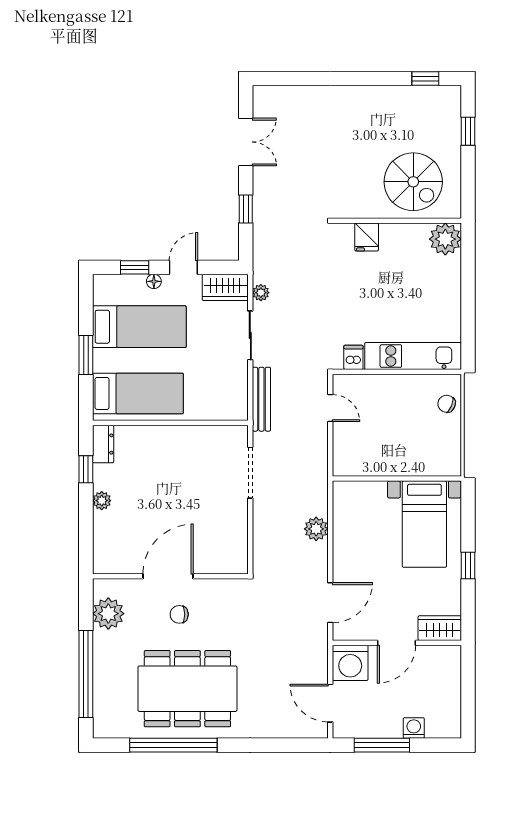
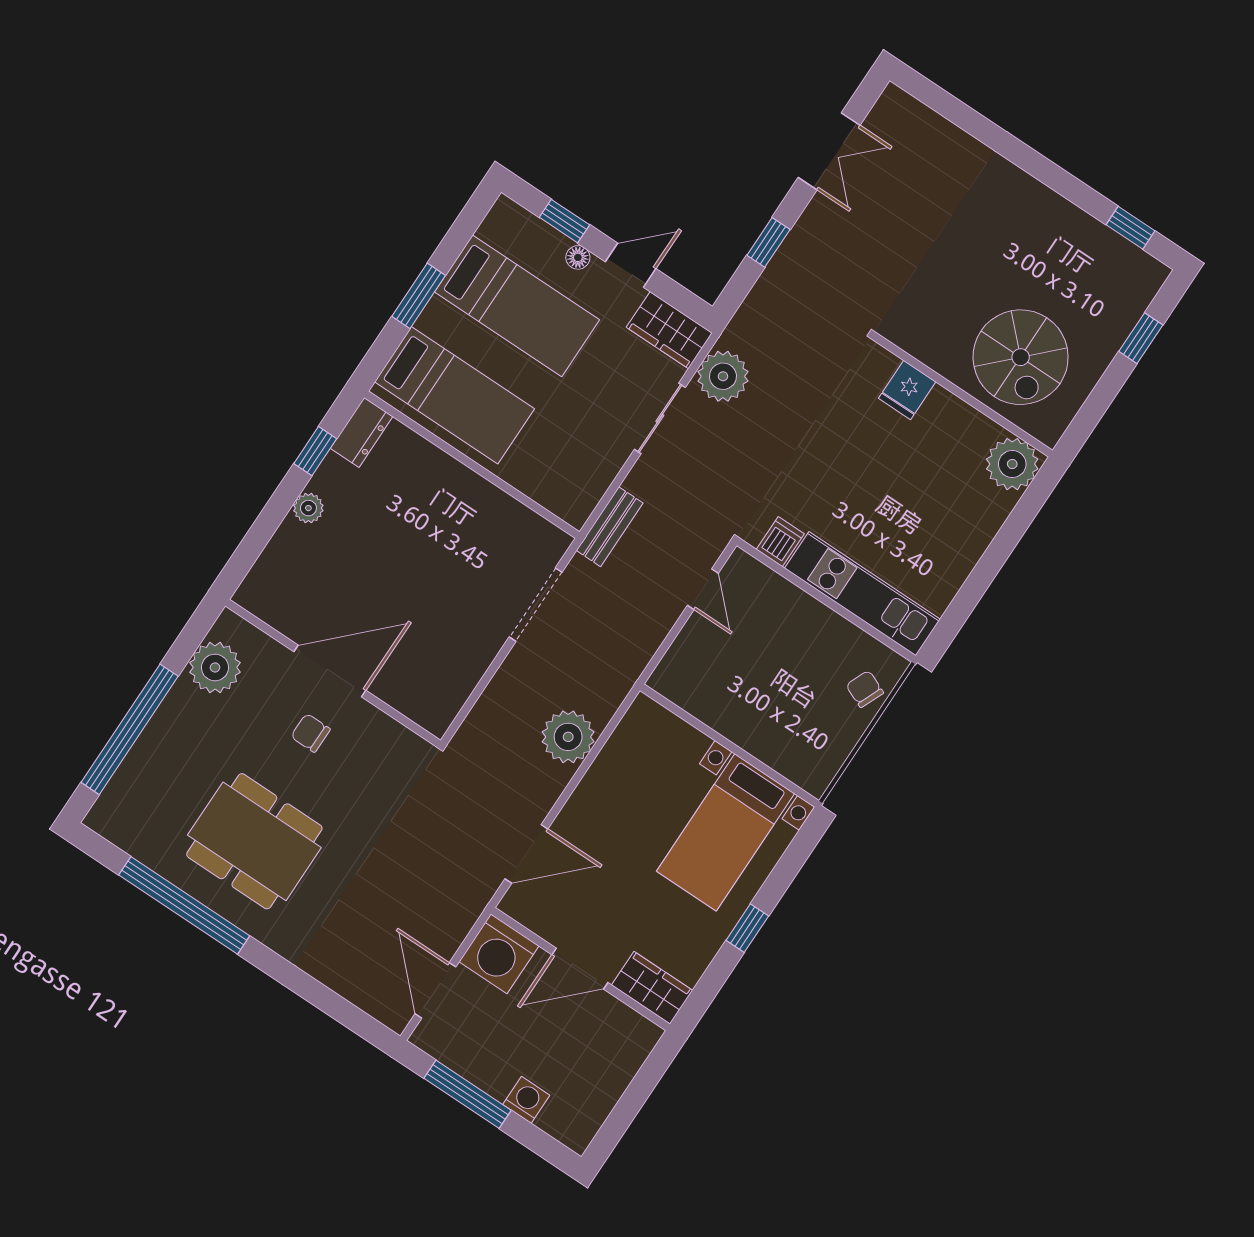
plant: (261, 293) -> (723, 376), width x1.87, depth x1.87
bench: (261, 399) -> (610, 527), width x0.73
plant: (316, 529) -> (568, 737), width x1.36, depth x1.36
dining table: (187, 689) -> (254, 841), width x0.73, depth x0.80

